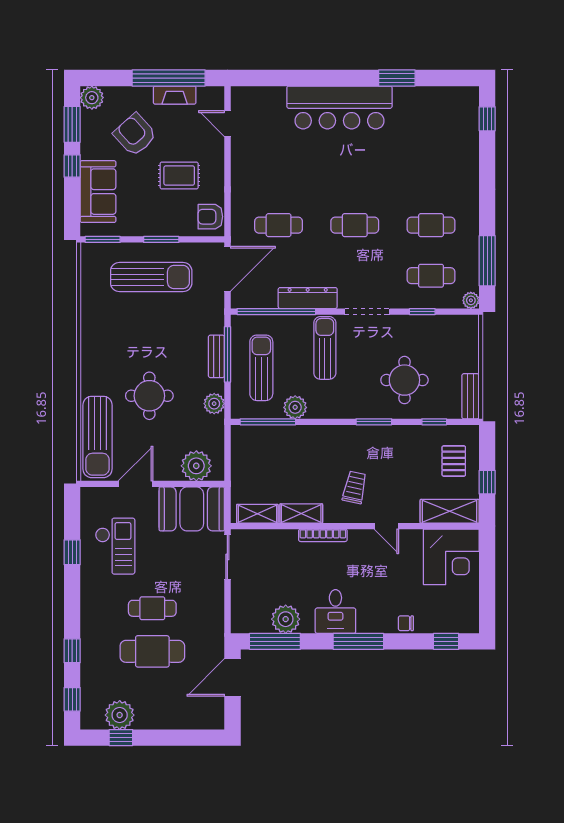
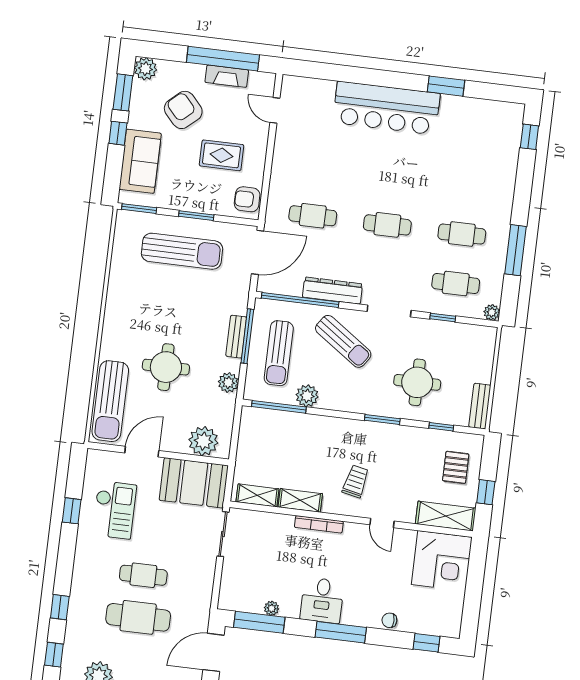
window: (487, 261) -> (516, 250), moved
sun lounger: (325, 348) -> (343, 341), turned 125
sun lounger: (261, 368) -> (279, 353), turned 180
plant: (286, 619) -> (272, 608), width x0.53, depth x0.53

